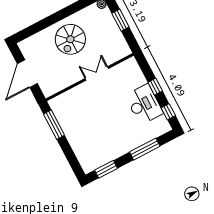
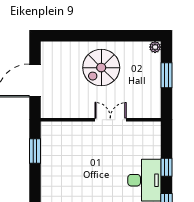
window: (54, 125) -> (35, 151), width x0.69

